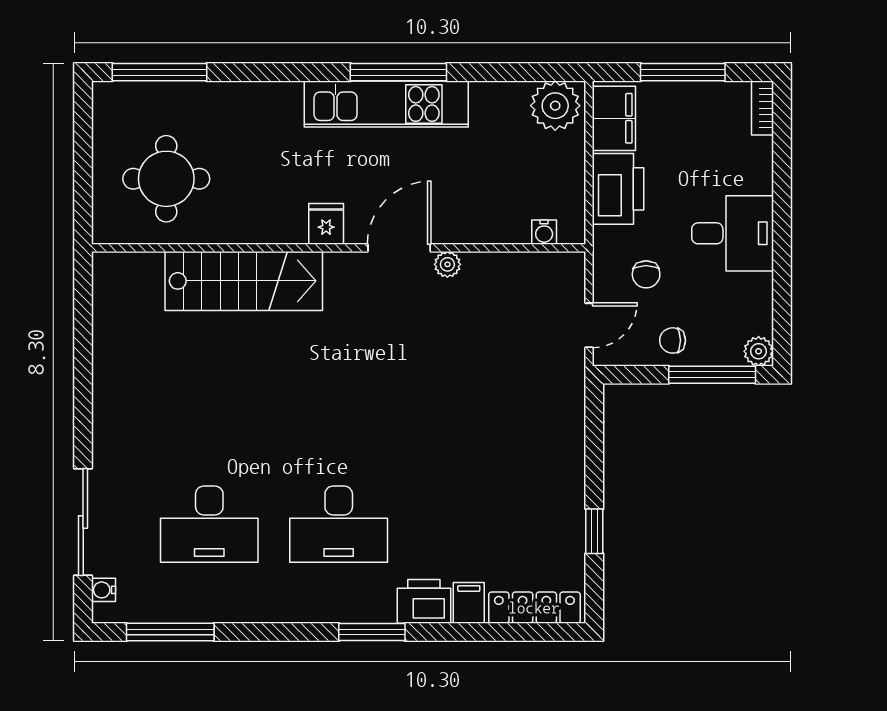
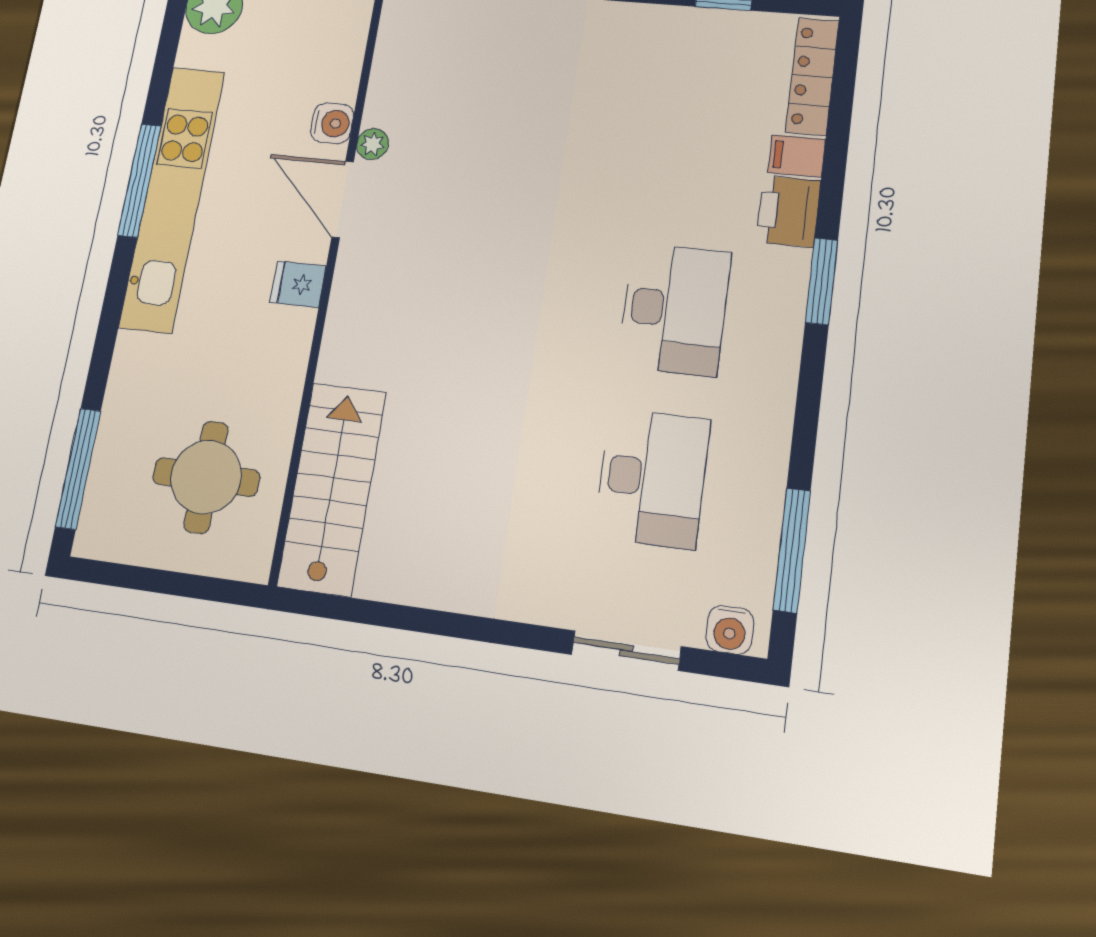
kitchen unit: (386, 104) -> (172, 198), width x1.36
water cooler: (544, 232) -> (332, 123), moved, width x1.38, depth x1.38
stairs: (244, 281) -> (332, 489), moved
sliding door: (83, 522) -> (626, 651), width x0.73
water cooler: (104, 590) -> (730, 630), width x1.38, depth x1.38

